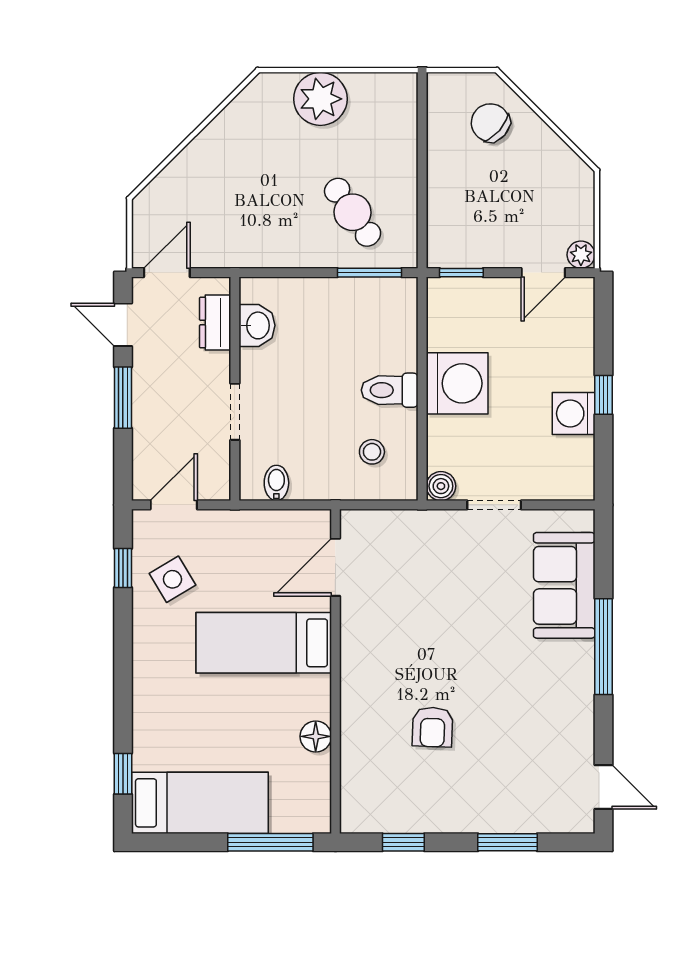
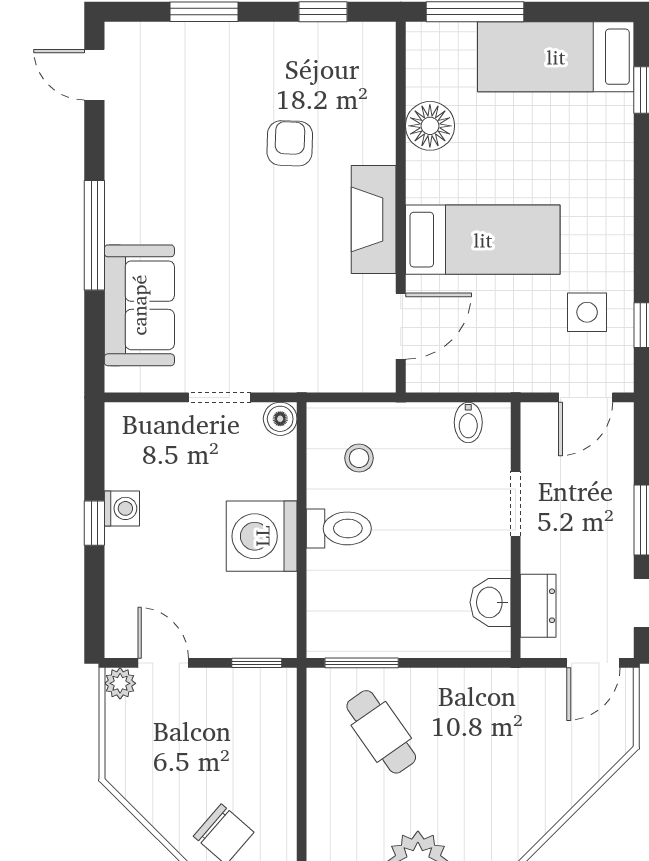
door: (543, 273) -> (163, 663), hinge flipped
washing machine: (574, 413) -> (122, 508), width x0.73, depth x0.73
side table: (172, 579) -> (587, 312), turned 31
fireplace: (359, 660) -> (374, 219), added
floor lamp: (316, 736) -> (430, 126), width x1.38, depth x1.38

